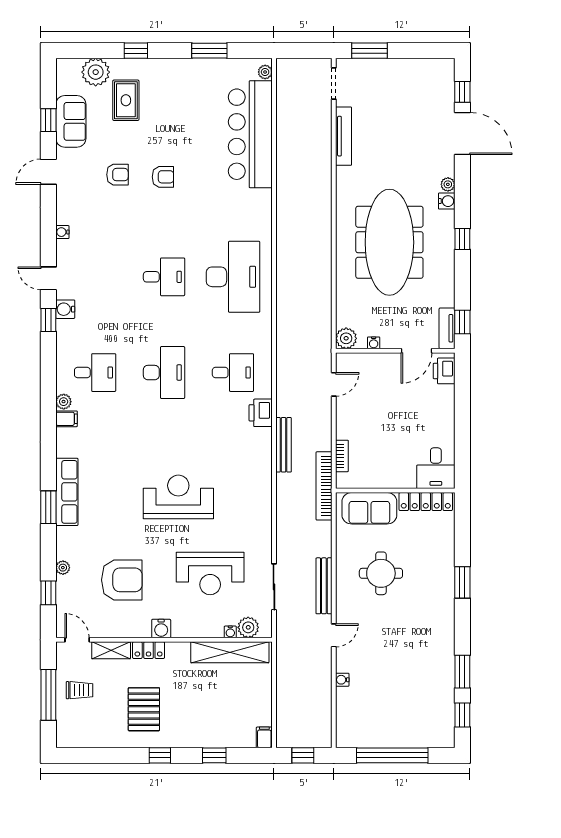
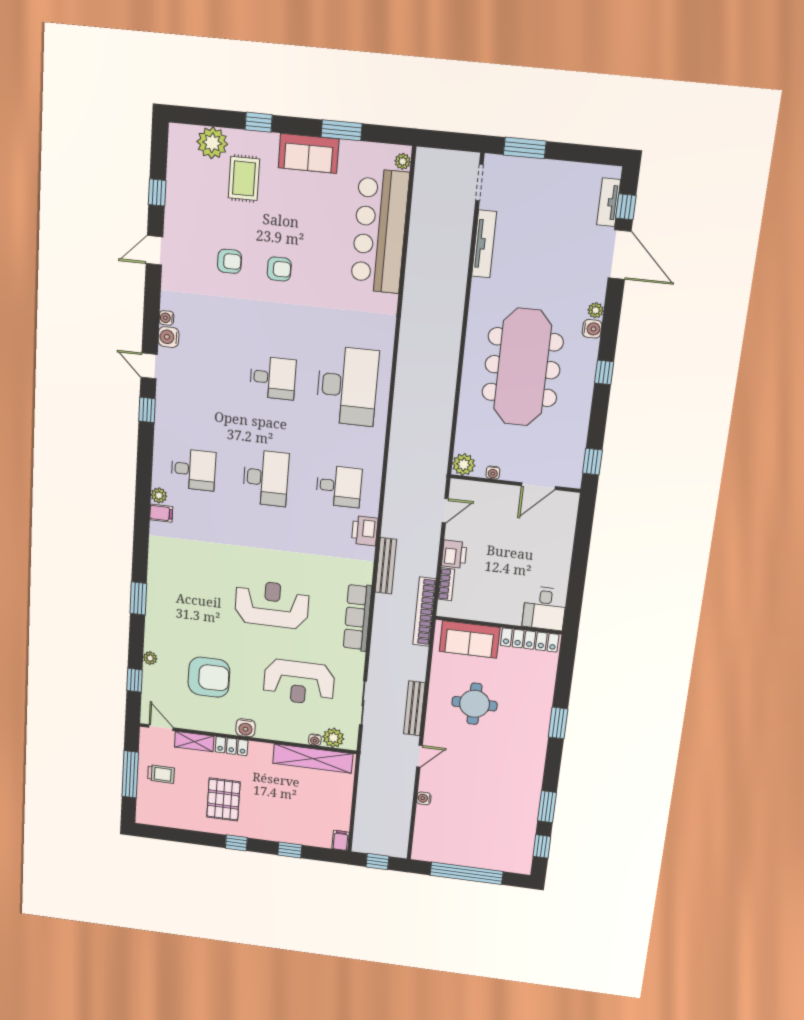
sofa: (71, 121) -> (309, 153), moved, turned 90
water cooler: (65, 309) -> (169, 337), moved
tv unit: (447, 328) -> (609, 202), moved
printer: (444, 371) -> (454, 554), moved, turned 180
row of seats: (67, 492) -> (357, 617), moved, turned 180

